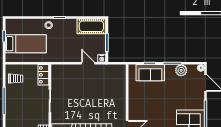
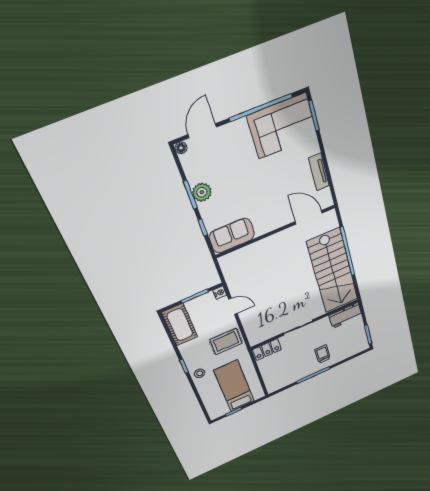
rug: (64, 50) -> (226, 341), added
door: (88, 63) -> (233, 306), swing flipped
plant: (181, 70) -> (202, 192), moved
sofa: (150, 73) -> (232, 236), moved, turned -90
trolley: (16, 79) -> (323, 354), moved

